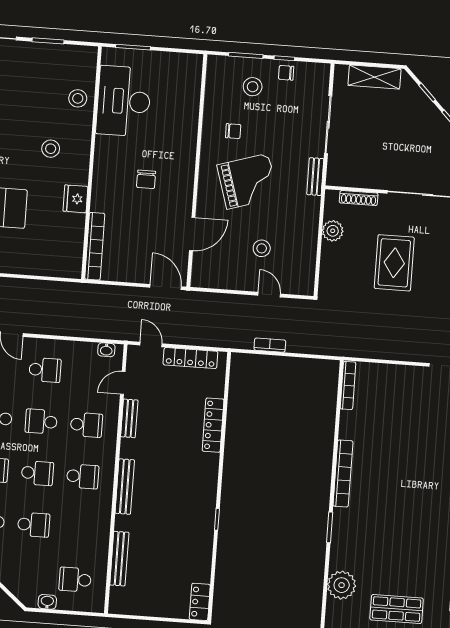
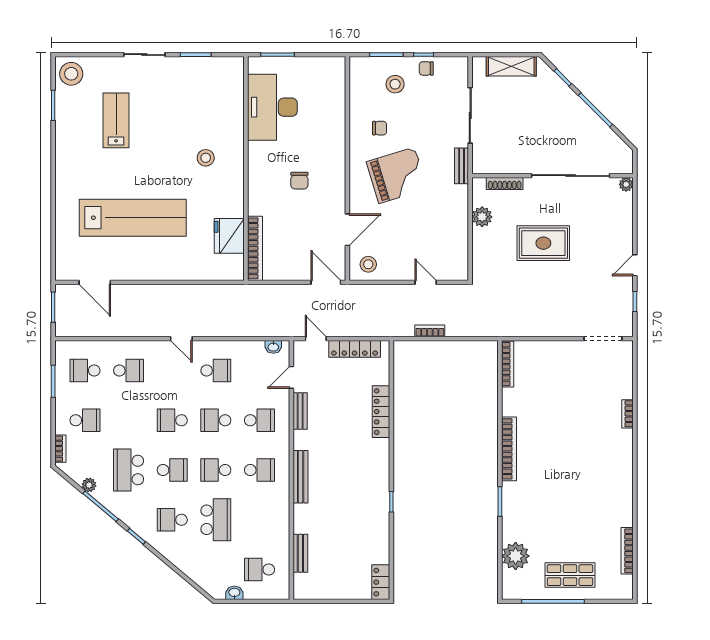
stool: (78, 98) -> (228, 108), removed
fridge: (75, 199) -> (229, 236), moved, width x1.36, depth x1.34
stool: (262, 248) -> (368, 264), moved
rug: (394, 263) -> (543, 243), turned 90
school desk: (37, 473) -> (216, 470), turned 180
school desk: (34, 525) -> (216, 520), width x1.85
bench: (119, 559) -> (300, 553), width x0.73

